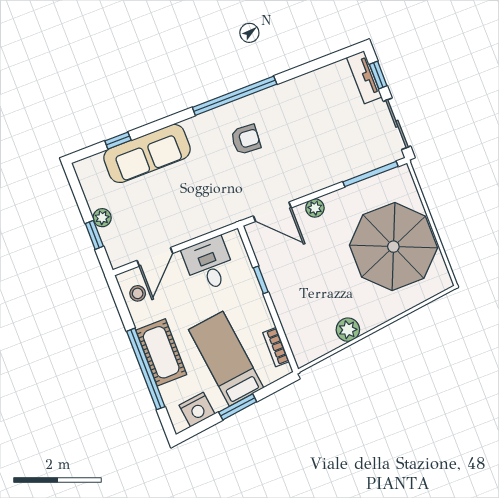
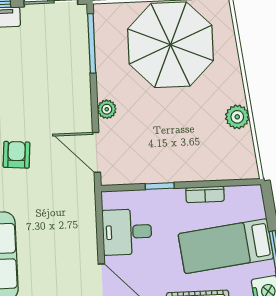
door: (272, 212) -> (96, 152), swing flipped
bookcase: (276, 347) -> (205, 194), moved

